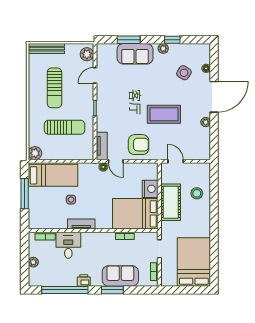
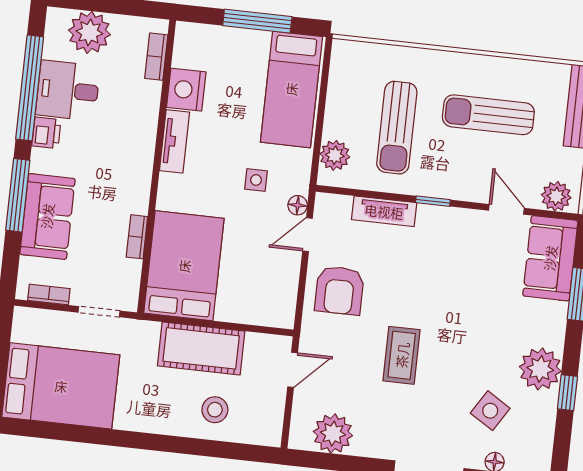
plant: (163, 48) -> (540, 369), width x1.88, depth x1.88
sofa: (135, 54) -> (550, 258), moved
coffee table: (164, 114) -> (402, 355), width x0.73, depth x0.76
plant: (206, 122) -> (333, 434), moved, width x1.88, depth x1.88
tv unit: (102, 146) -> (384, 211), moved
plant: (35, 153) -> (335, 155), moved
nightstand: (150, 189) -> (186, 90), moved, turned 90
side table: (71, 200) -> (256, 180), moved
desk: (68, 245) -> (68, 90), moved, turned 180
plant: (33, 262) -> (89, 32), width x1.88, depth x1.88
window: (112, 290) -> (18, 195), width x1.44

